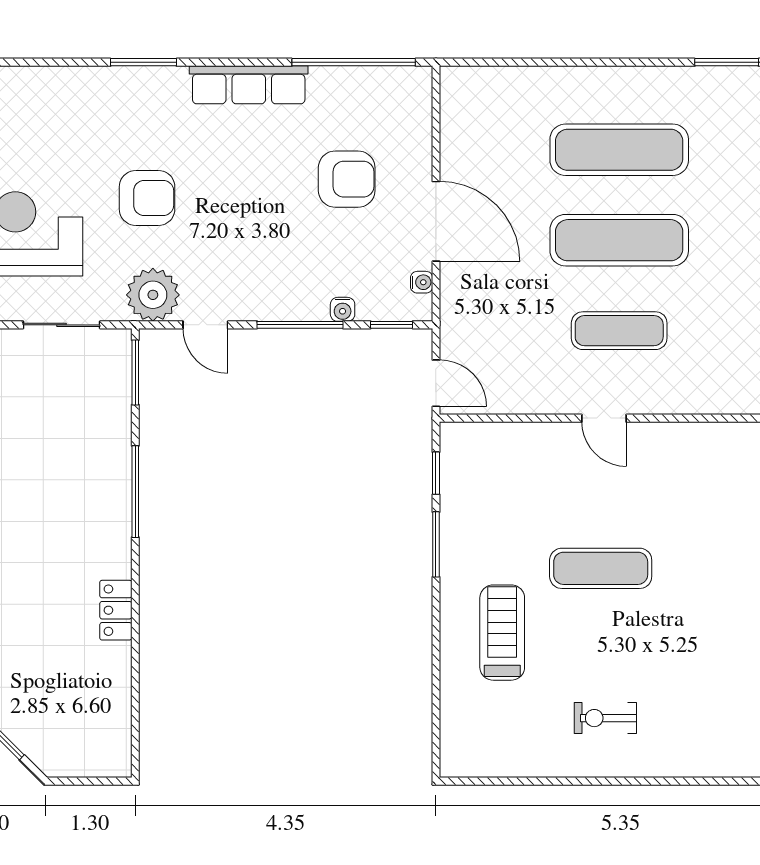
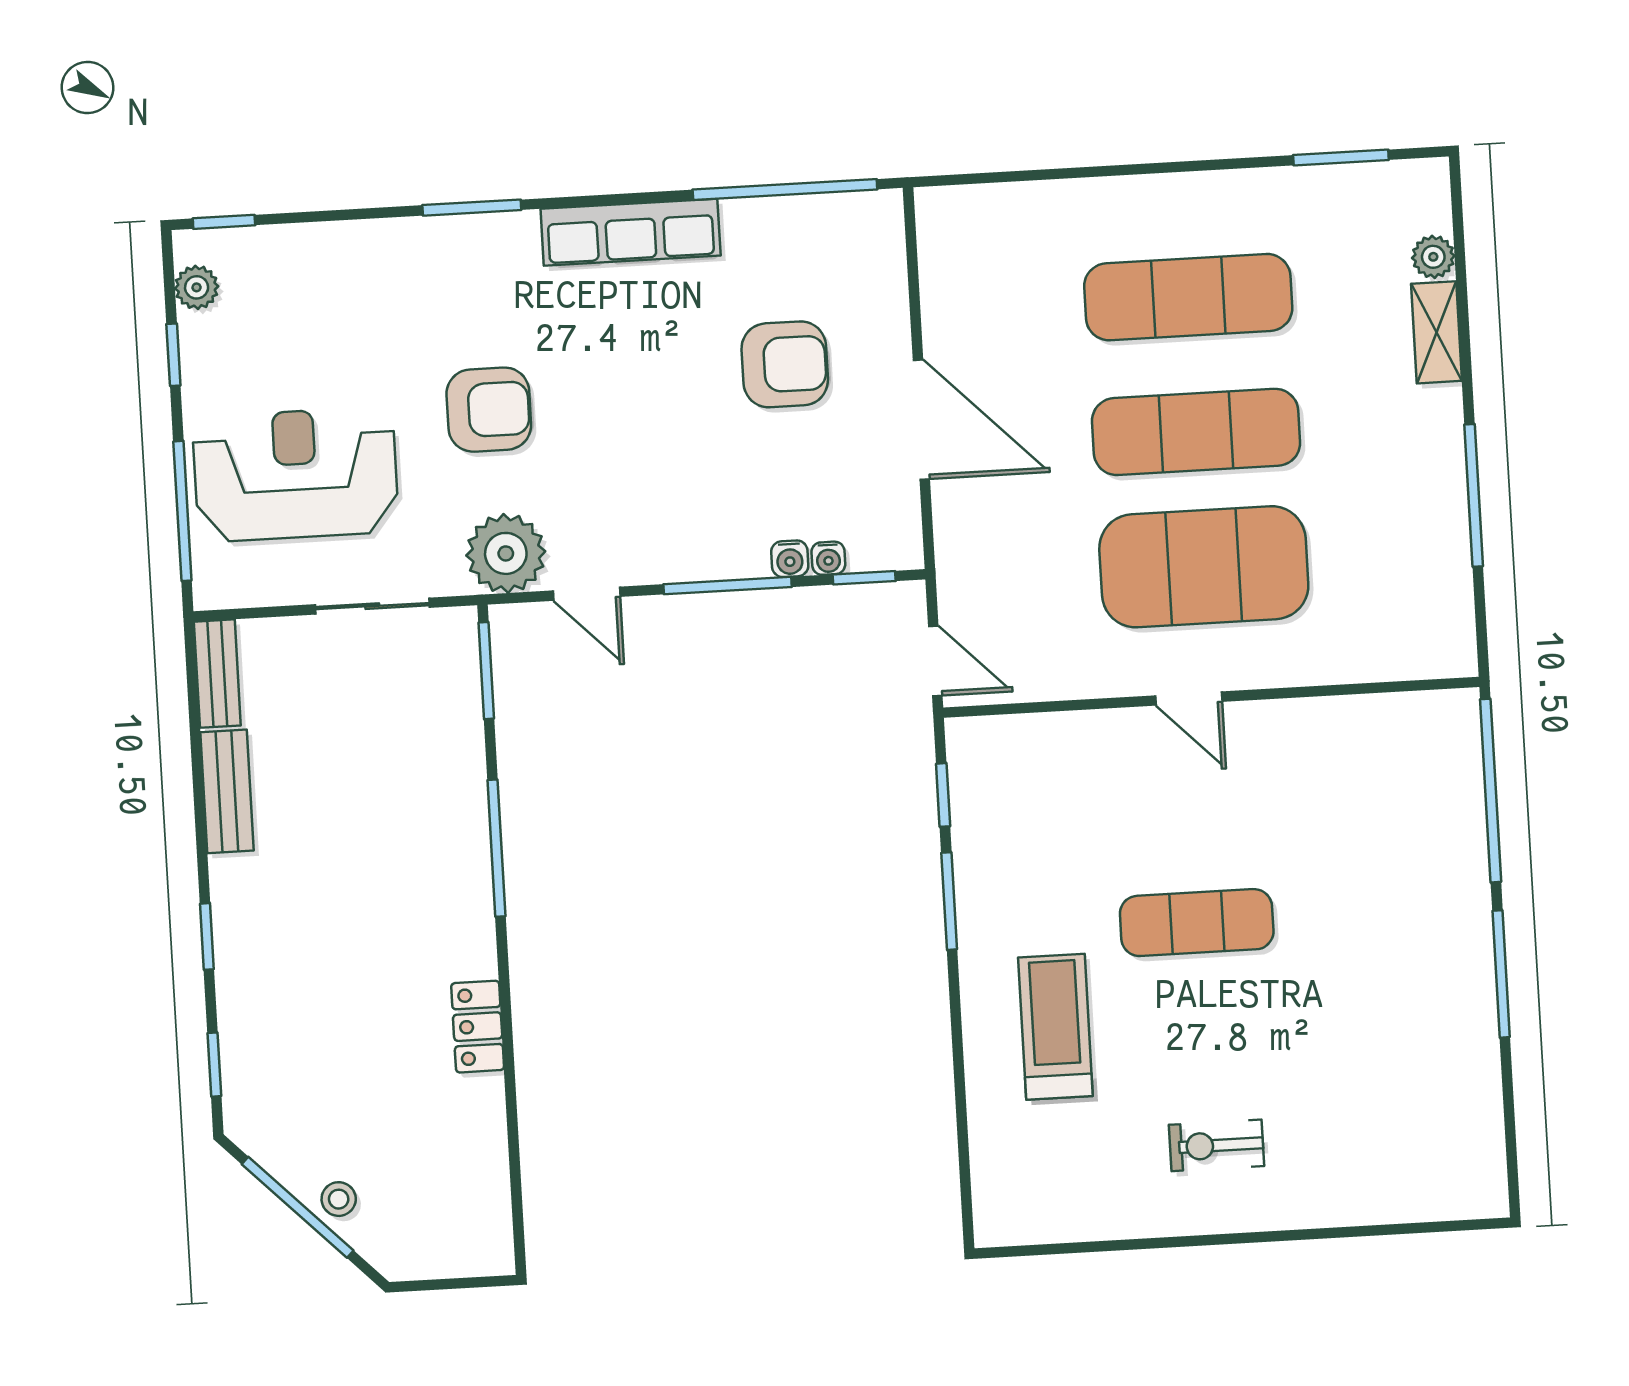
water cooler: (422, 282) -> (828, 558), moved, turned 90
exercise mat: (619, 331) -> (1204, 567), width x2.00, depth x1.45
stool: (16, 720) -> (339, 1199), added

